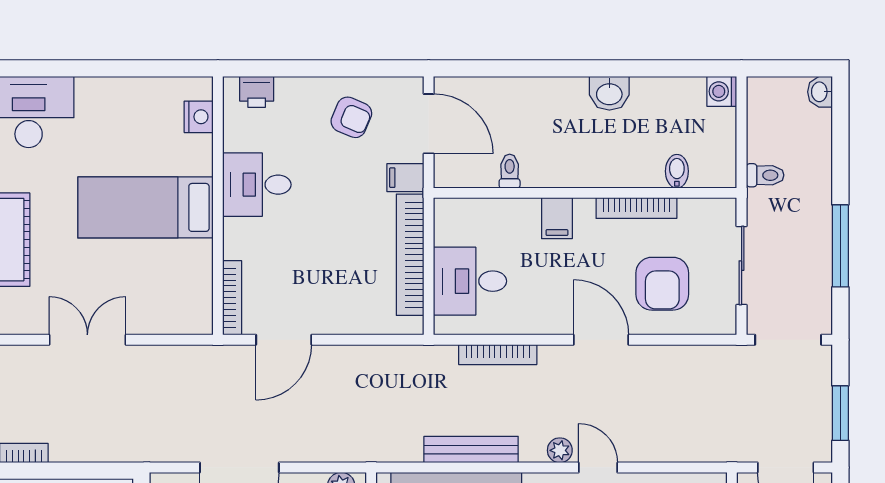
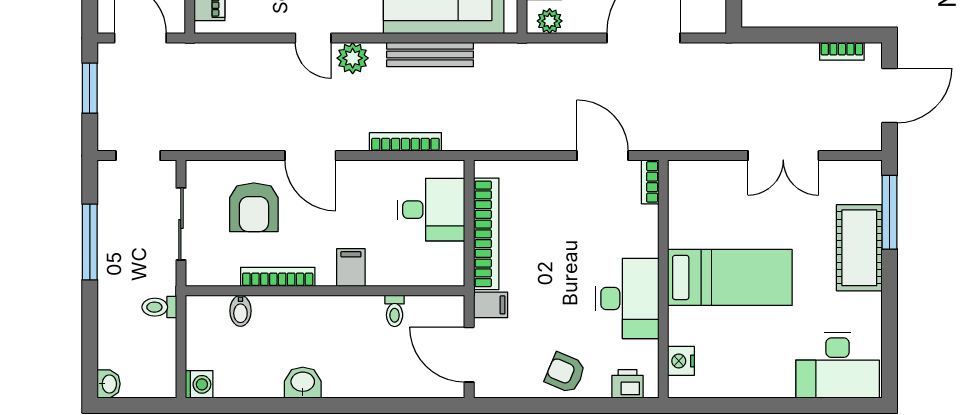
armchair: (351, 117) -> (565, 373), moved
desk: (257, 185) -> (627, 298), width x1.37
armchair: (662, 284) -> (254, 207), turned 180
bookcase: (232, 298) -> (650, 182), width x0.64
door: (284, 340) -> (603, 156), hinge flipped
doorway: (788, 340) -> (138, 156), width x0.73
plant: (560, 450) -> (353, 58), width x1.38, depth x1.38

